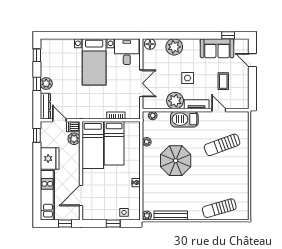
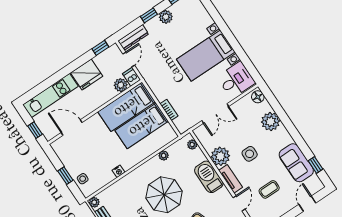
plant: (46, 83) -> (166, 17), moved

